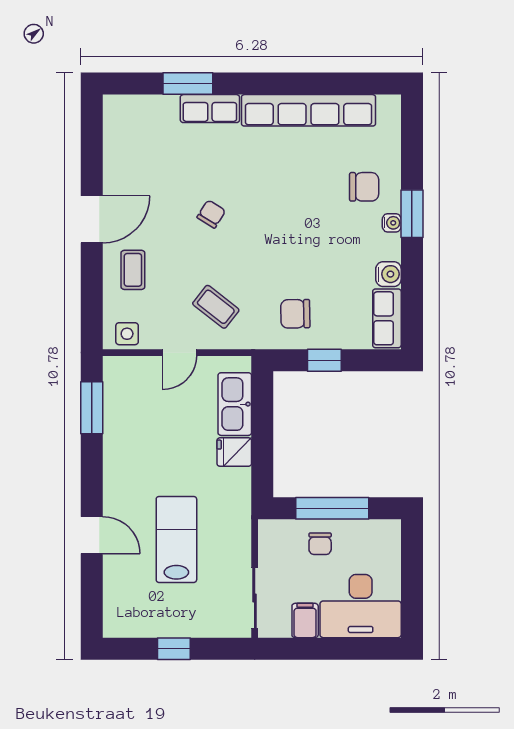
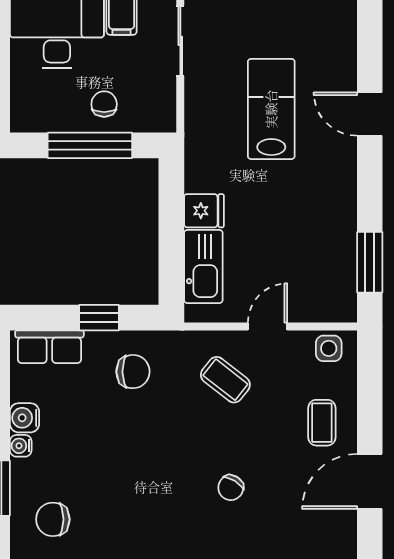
water cooler: (392, 223) -> (21, 446), moved
row of seats: (387, 318) -> (49, 347), moved, turned 90
lab bench: (176, 539) -> (271, 109), turned 180

